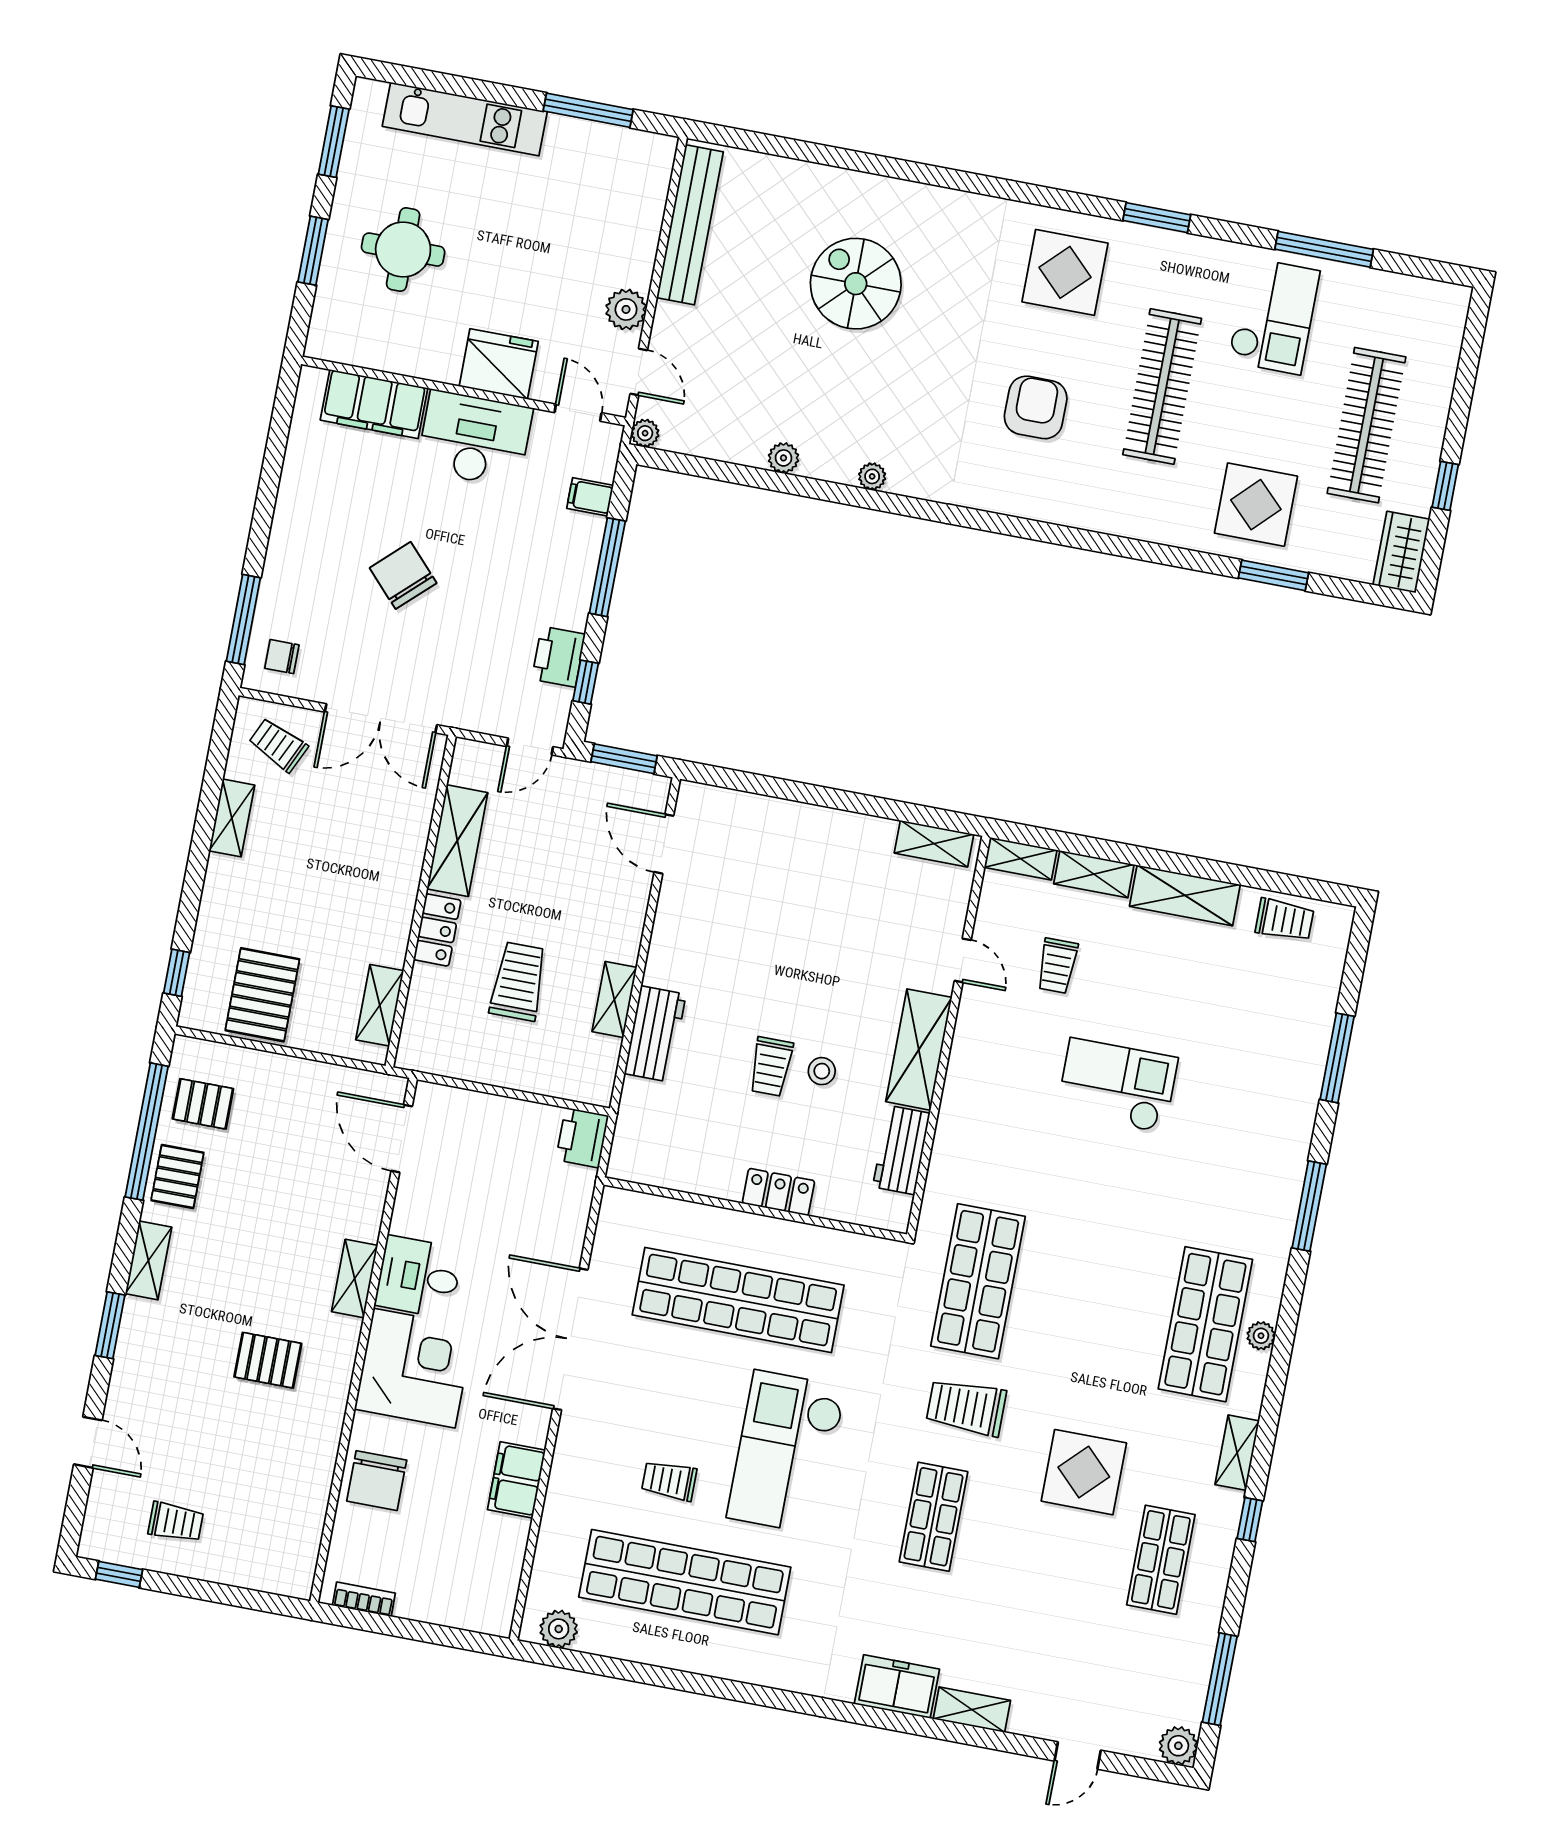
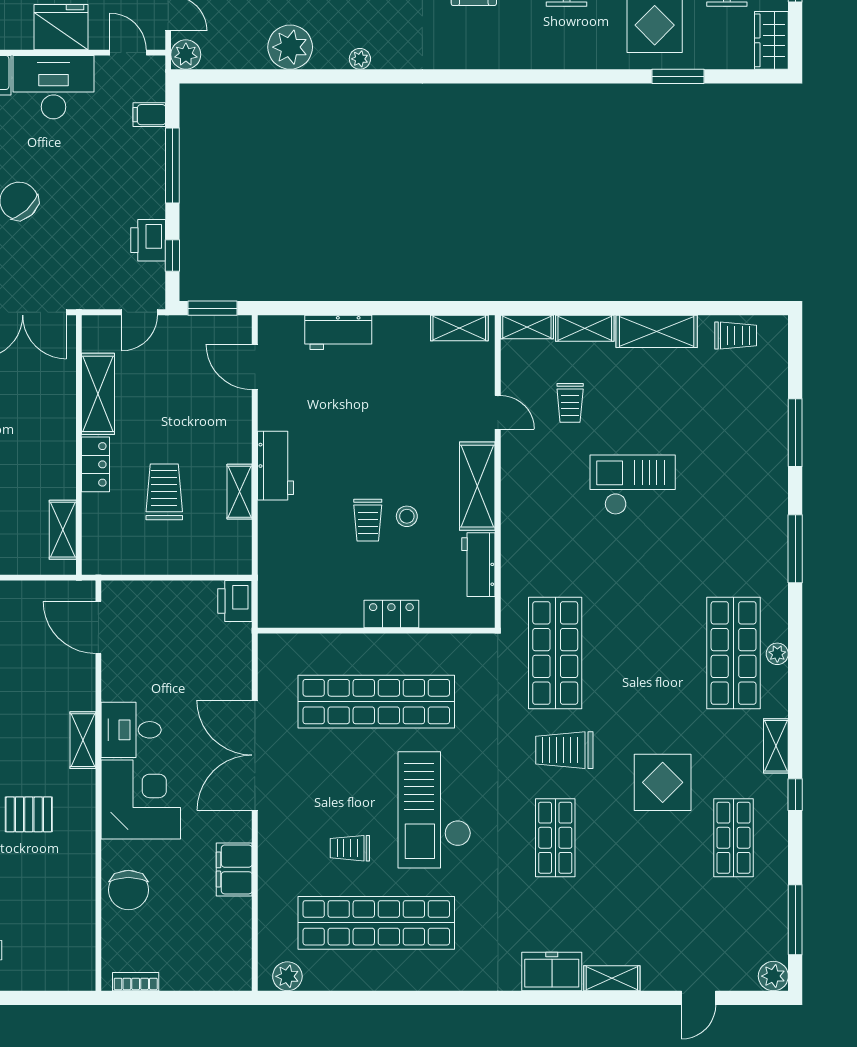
plant: (645, 433) -> (186, 55), width x1.38, depth x1.38
plant: (783, 458) -> (290, 47), width x1.87, depth x1.87
workbench: (779, 820) -> (338, 332), added
workbench: (655, 1034) -> (275, 466), moved

